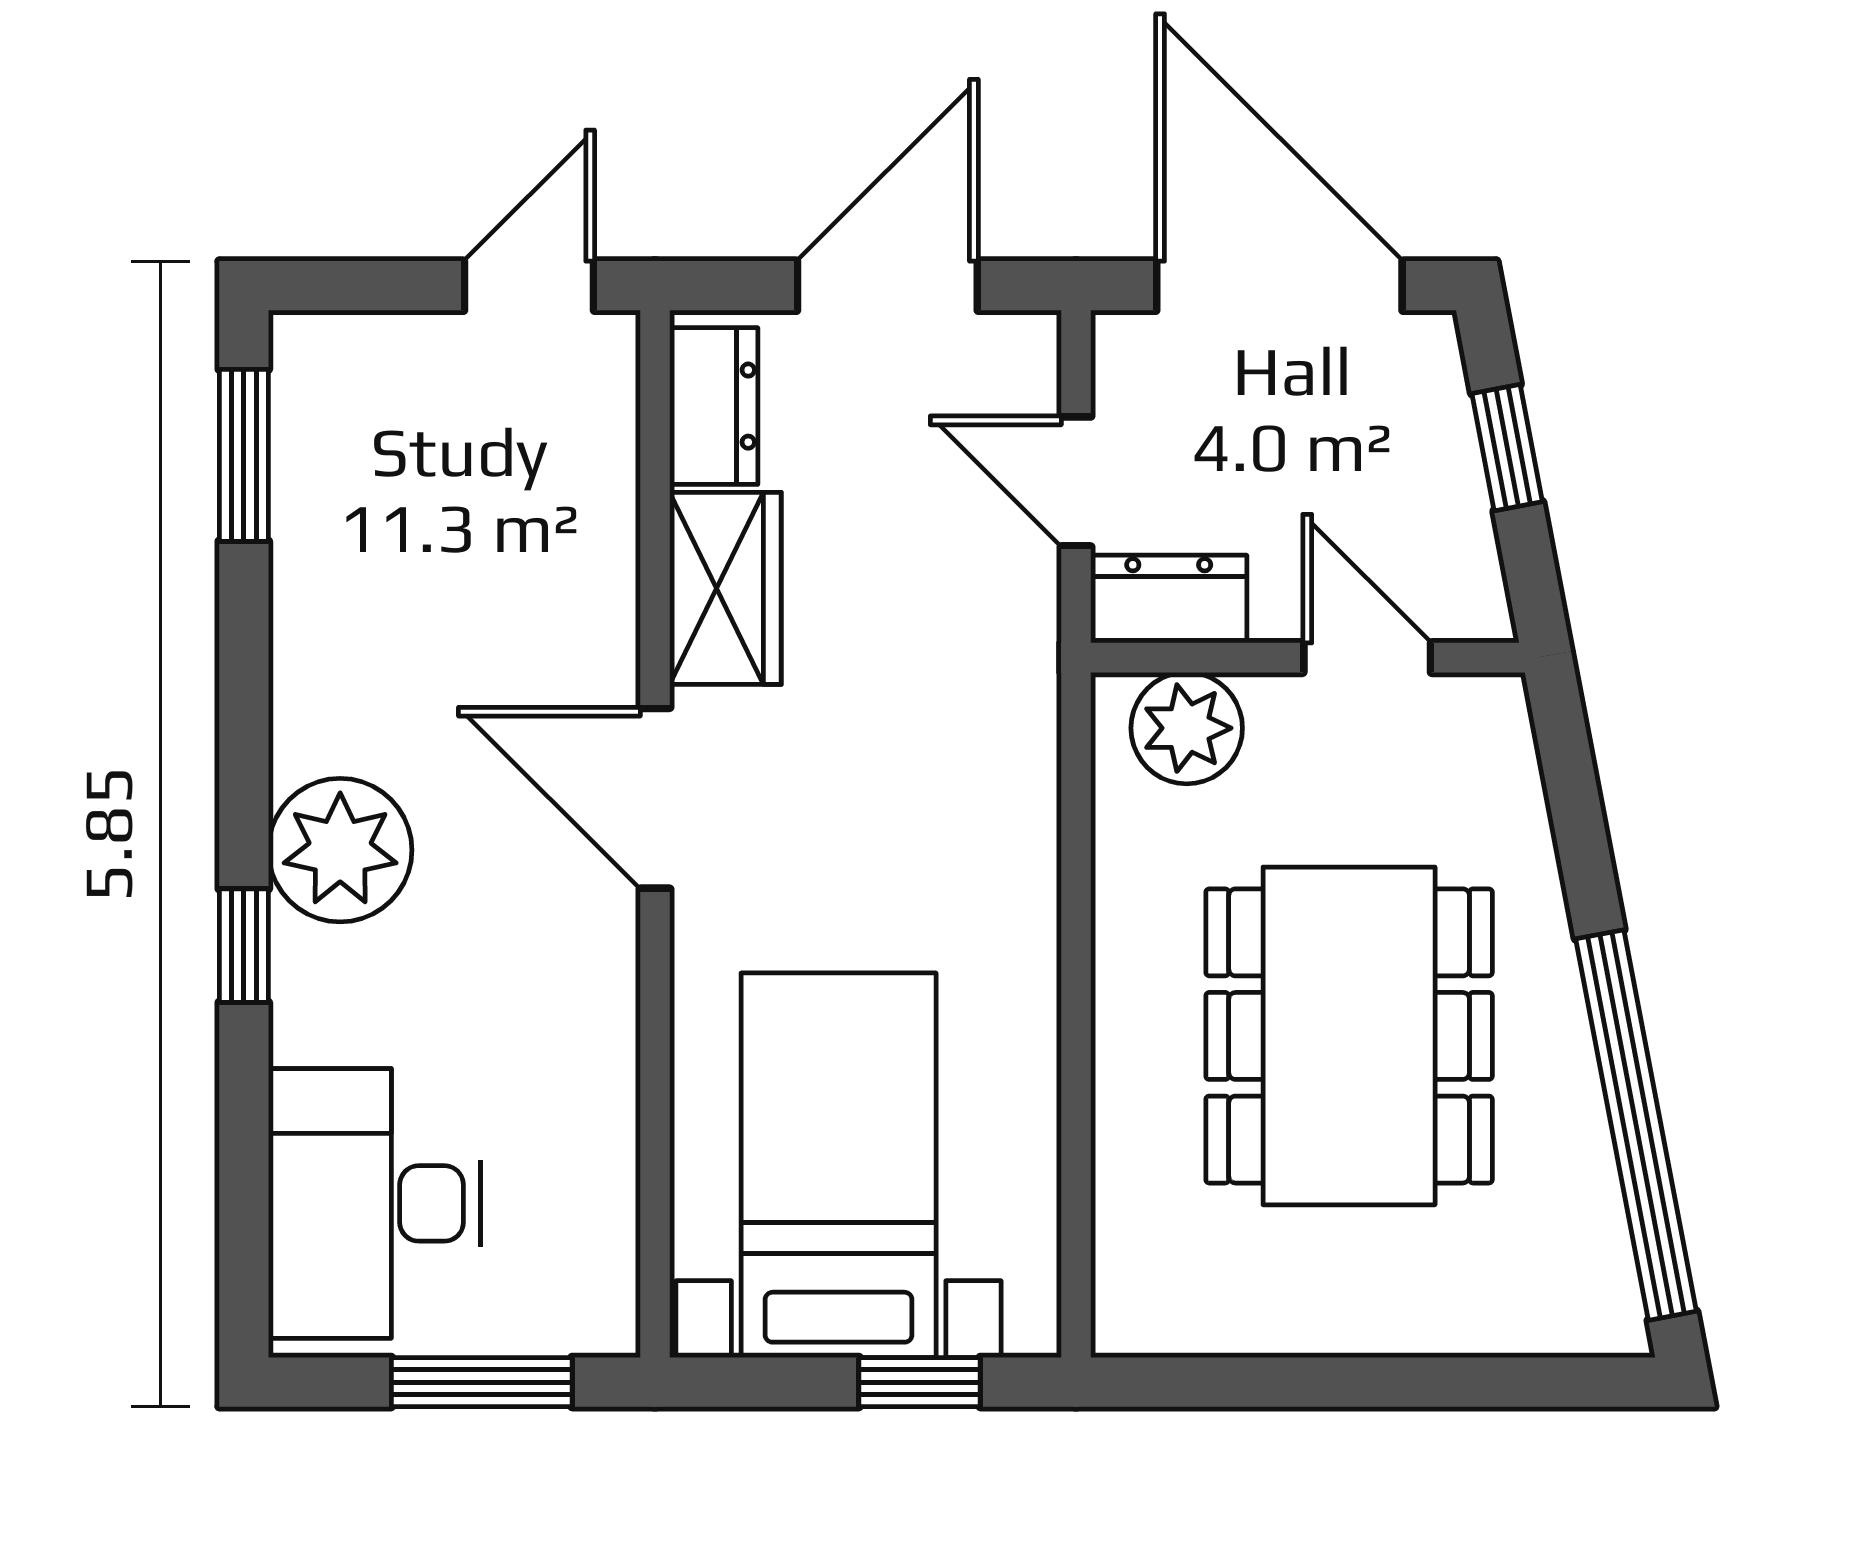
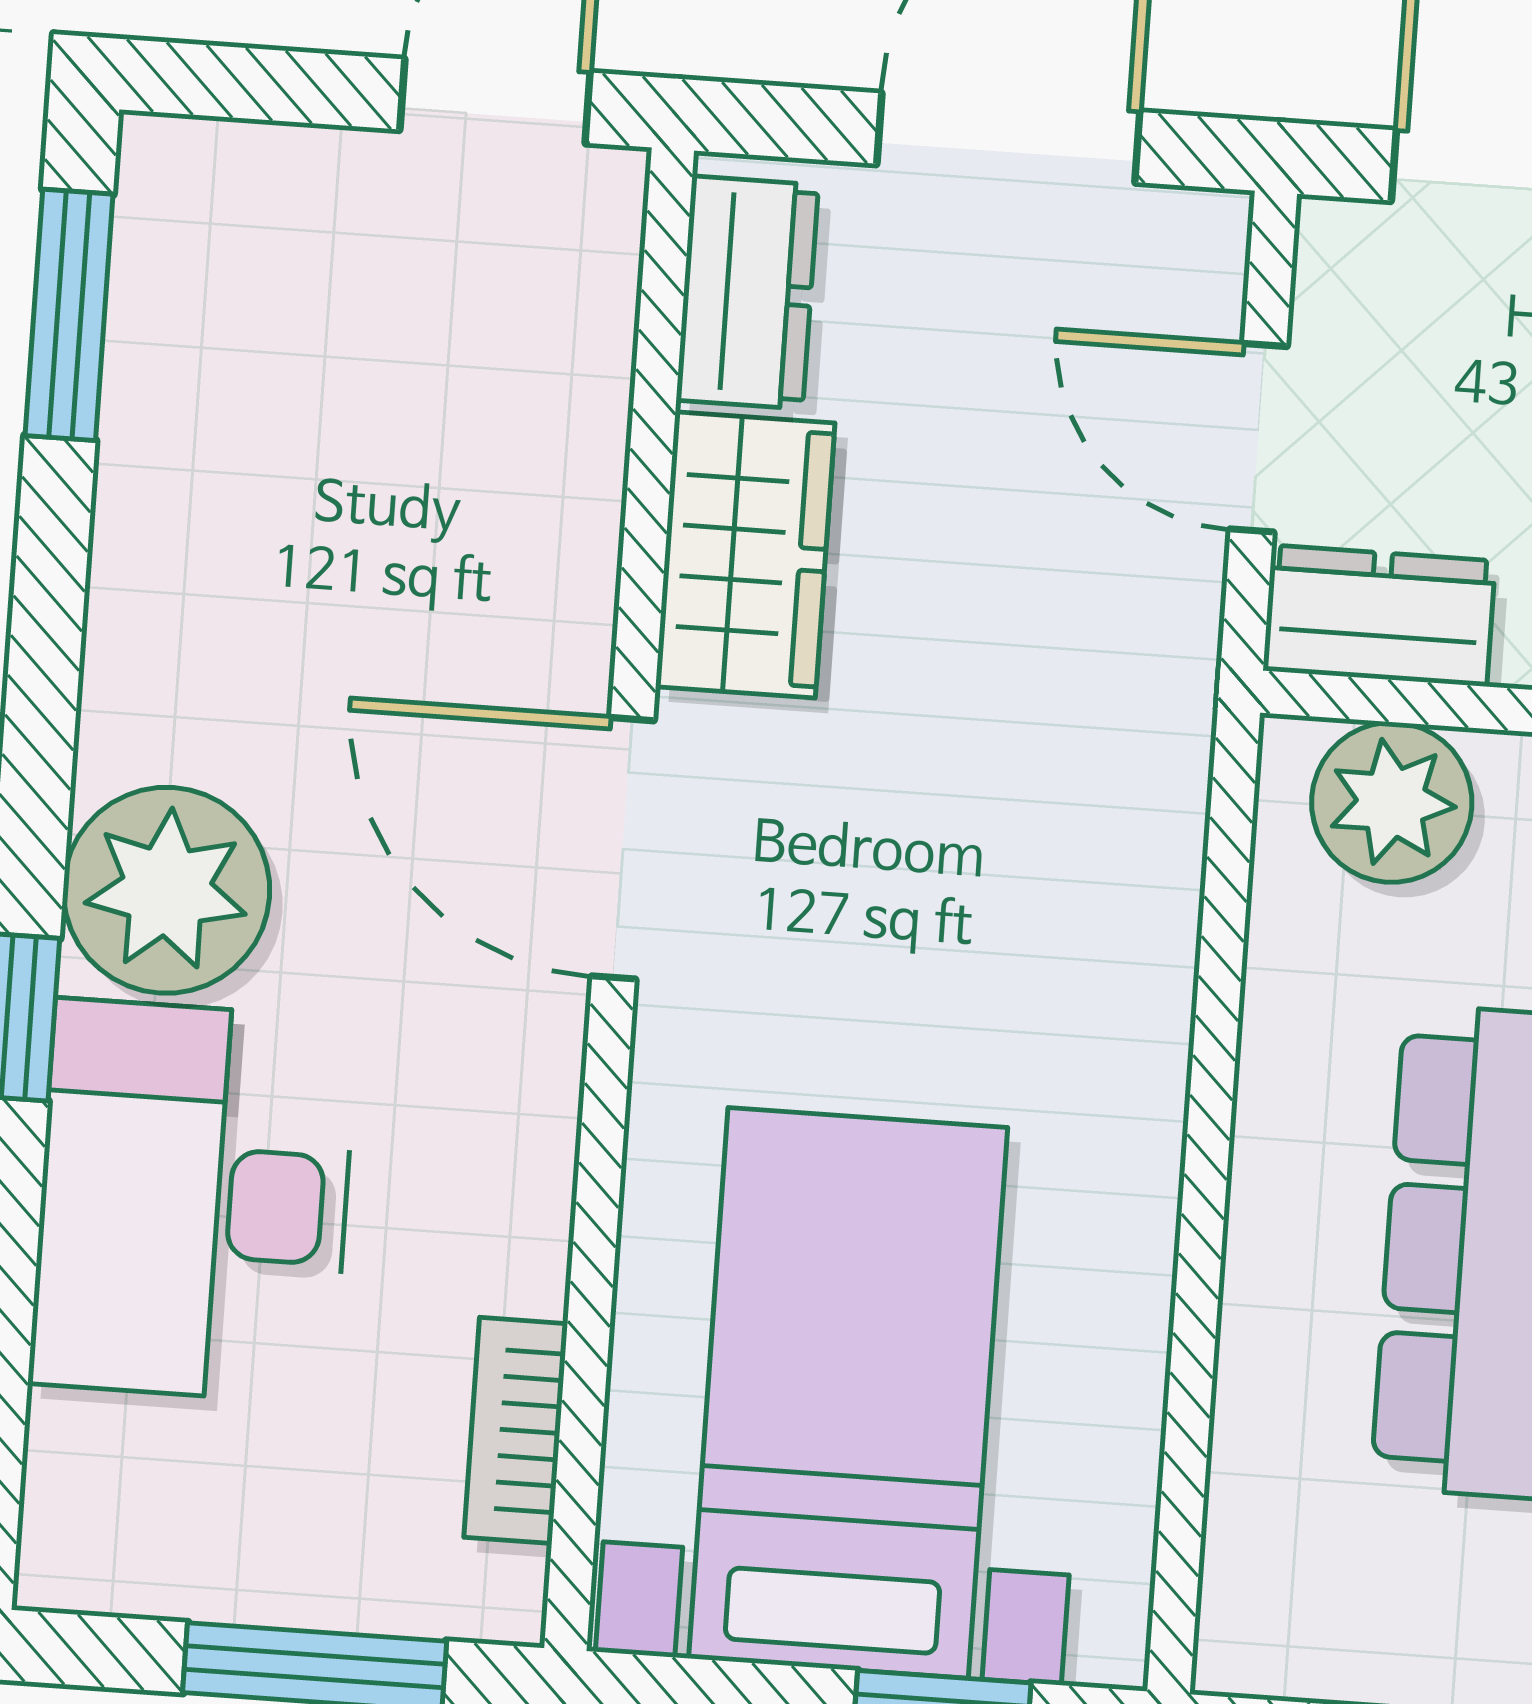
desk: (374, 1203) -> (193, 1201), moved
bookcase: (610, 1208) -> (516, 1430), added

